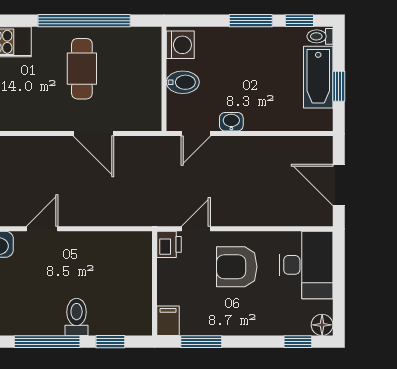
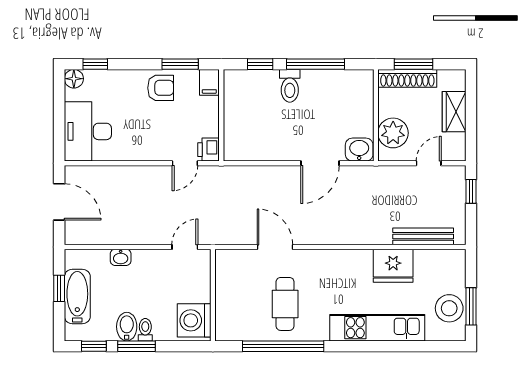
toilet: (320, 36) -> (145, 330), moved, turned -90
washing machine: (180, 45) -> (194, 320), width x1.37, depth x1.37
bidet: (183, 82) -> (127, 327), moved, turned 90
washbasin: (231, 122) -> (121, 257), moved
door: (42, 229) -> (320, 163), width x1.38
armchair: (237, 267) -> (161, 88), moved, width x0.72, depth x0.72

